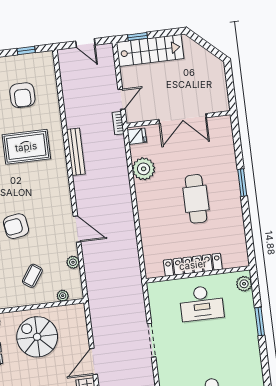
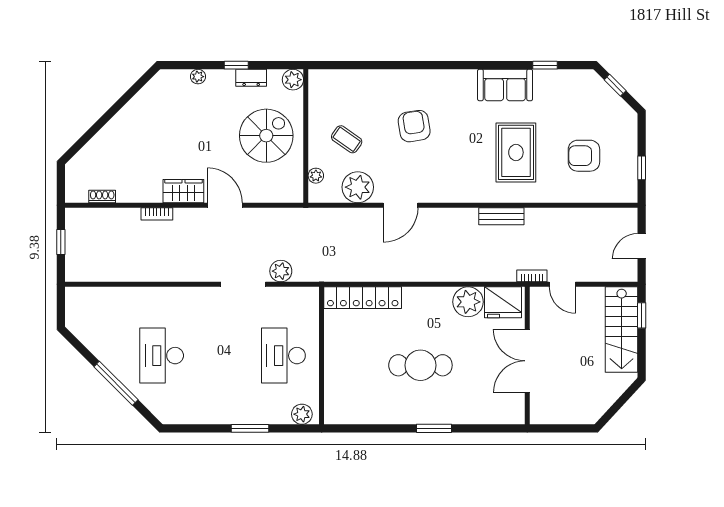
fridge: (137, 136) -> (503, 302), width x1.88, depth x1.34
bench: (76, 152) -> (501, 216), width x0.73
plant: (73, 262) -> (358, 187), width x1.88, depth x1.88
locker: (193, 265) -> (363, 298), moved, turned 90
plant: (138, 313) -> (281, 271), added

